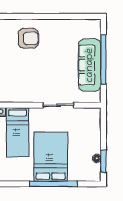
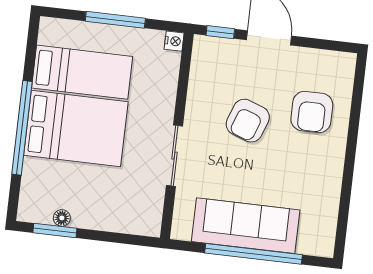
armchair: (36, 70) -> (248, 121), added
bed: (18, 132) -> (82, 72), moved, turned 180

